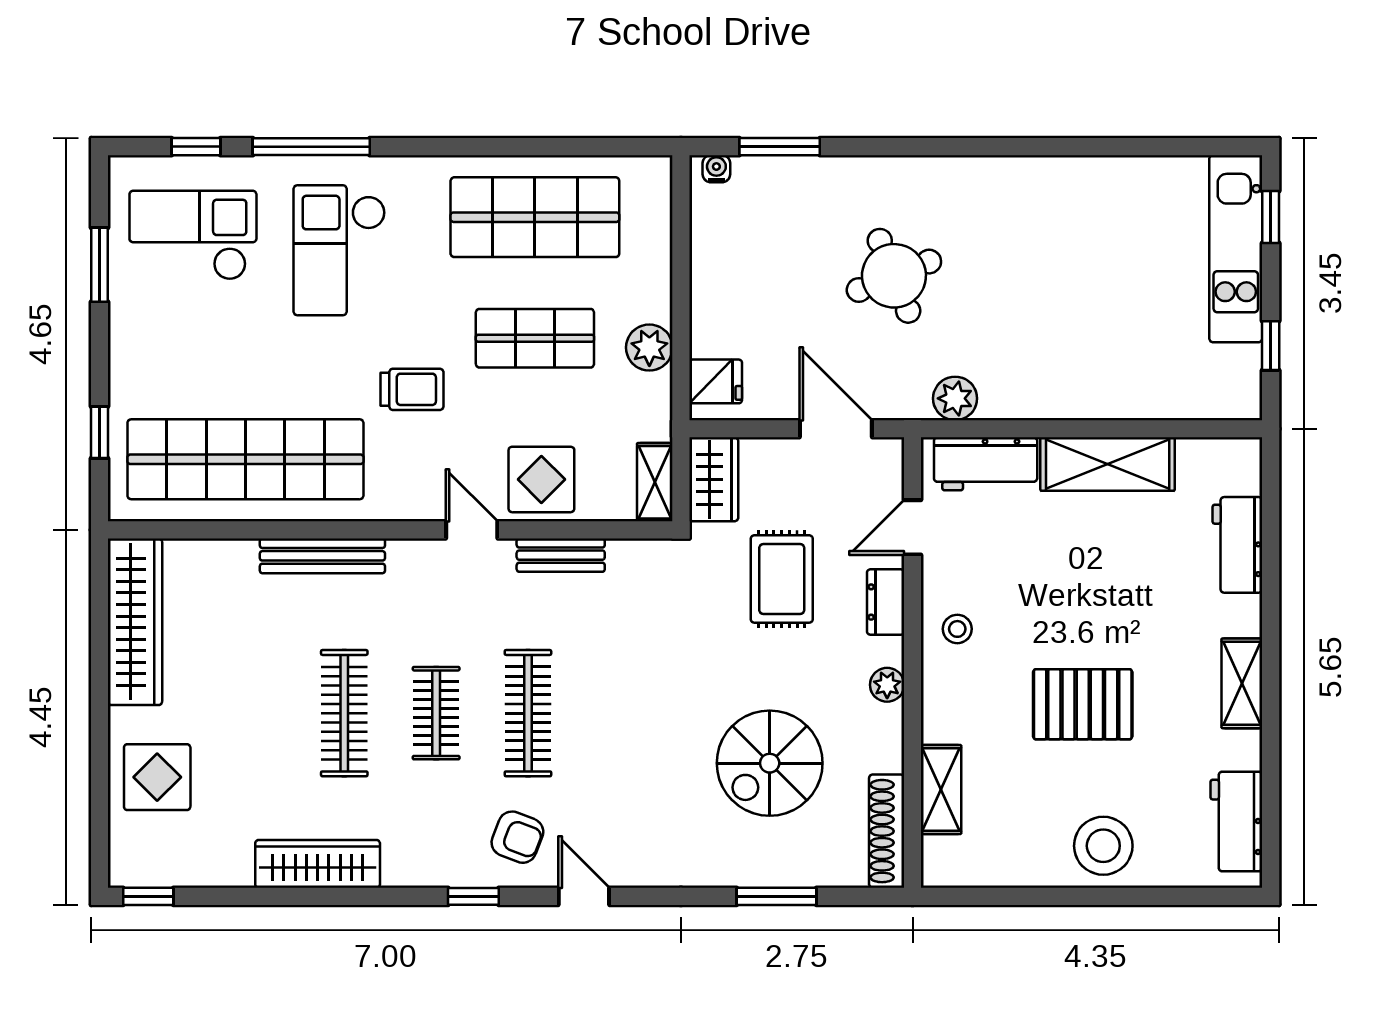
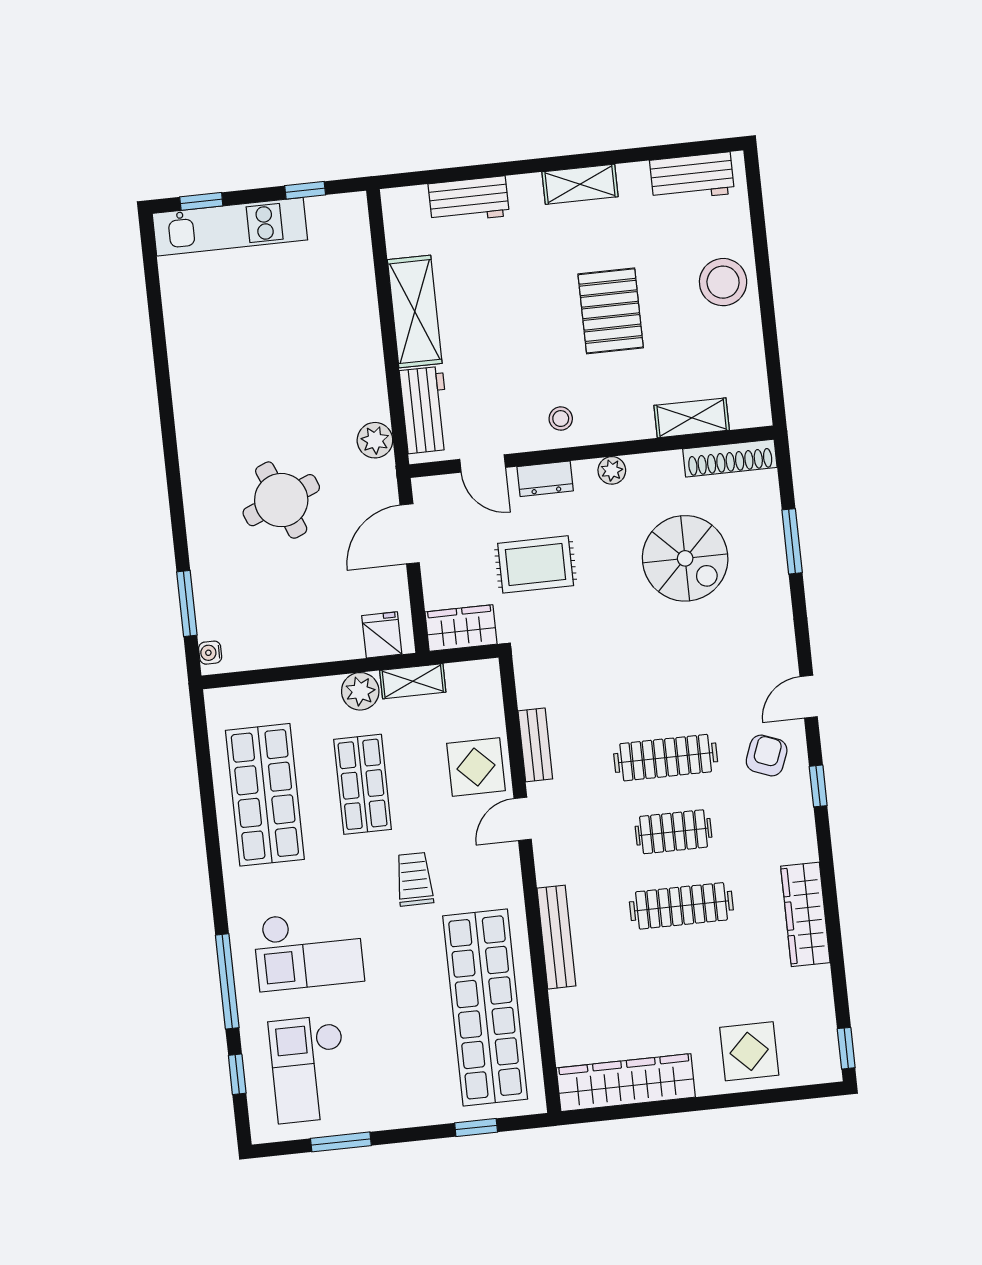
shelving: (655, 482) -> (413, 681), moved

